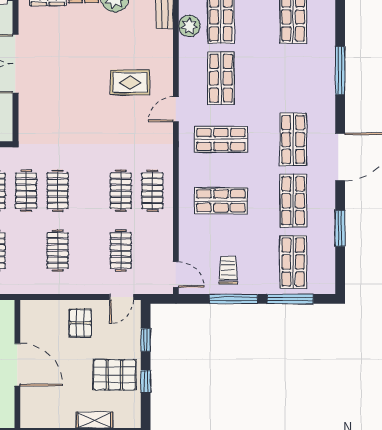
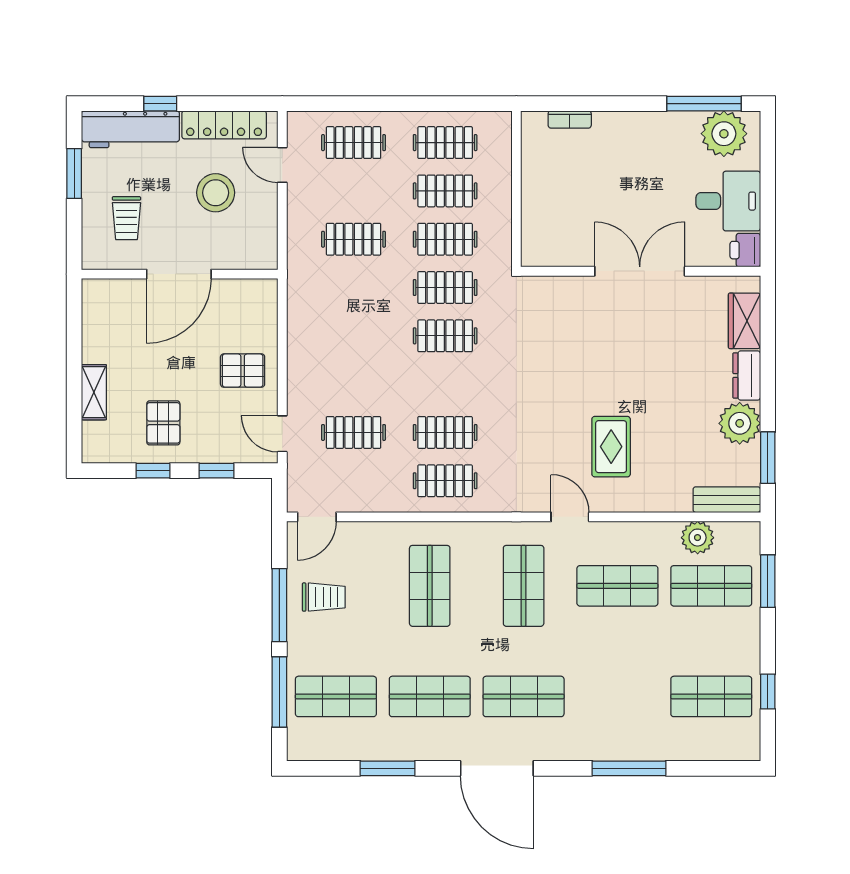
clothes rail: (58, 251) -> (354, 336), removed
pallet: (115, 375) -> (163, 423), width x0.67, depth x0.71

